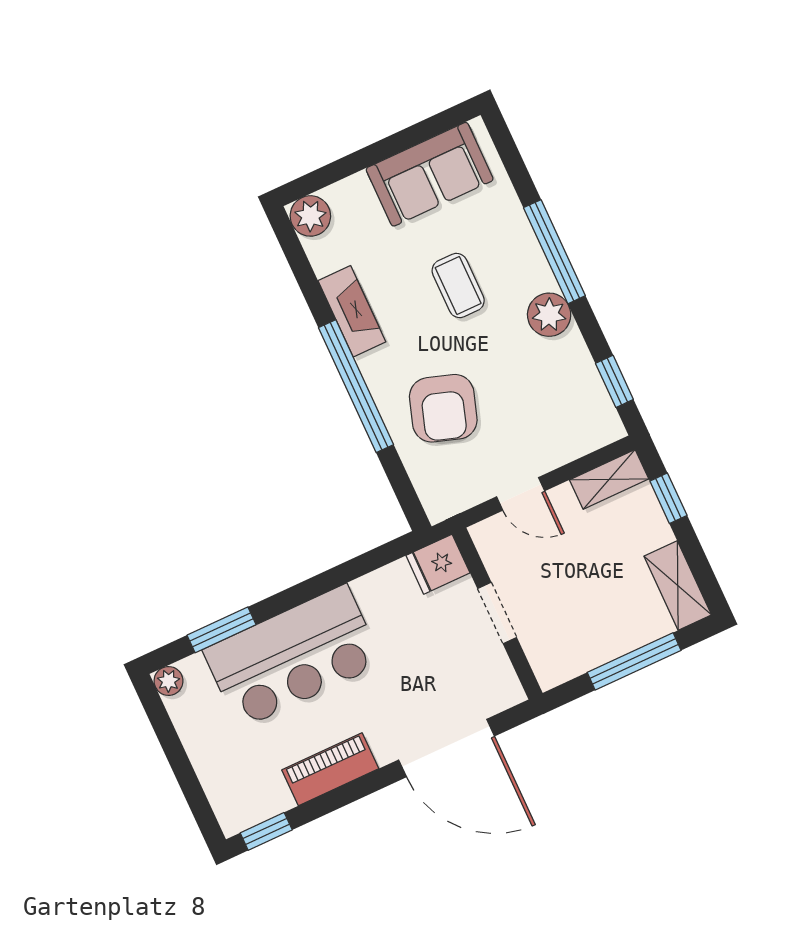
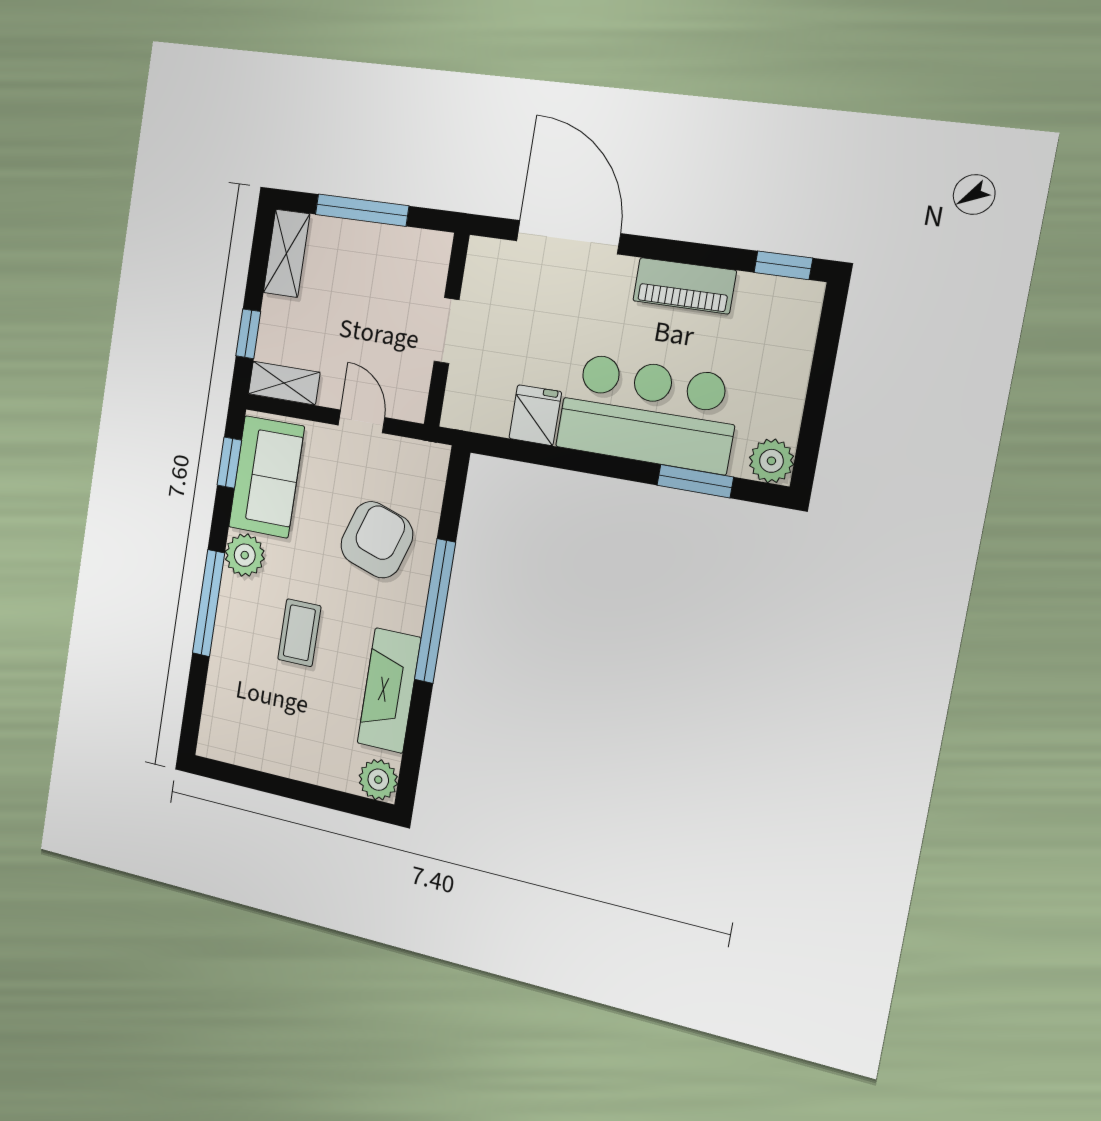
sofa: (430, 174) -> (266, 477), moved, turned 90
fireplace: (352, 311) -> (389, 691), width x1.37, depth x1.32
fridge: (438, 564) -> (535, 415), moved, turned -90
plant: (169, 681) -> (771, 461), width x1.38, depth x1.38

